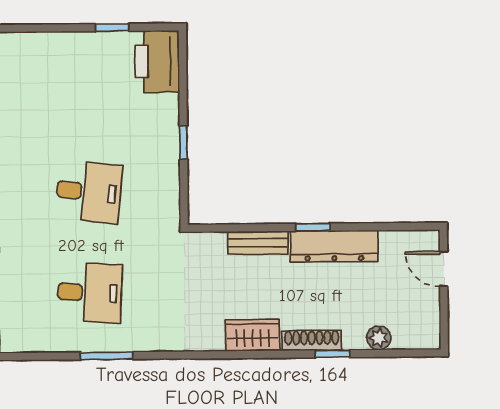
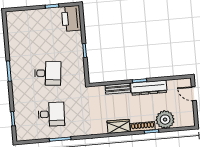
plant: (379, 338) -> (165, 120), width x1.88, depth x1.88

